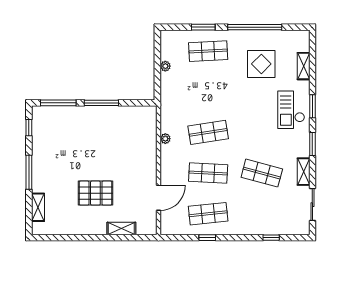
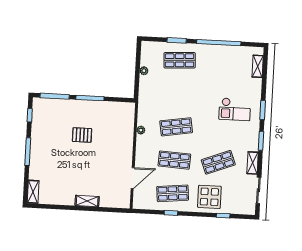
display table: (261, 64) -> (209, 197), moved
shelving: (304, 66) -> (258, 66), moved
checkout: (291, 110) -> (235, 109), moved, turned -90
shop shelf: (262, 173) -> (218, 162), turned -36
pallet: (95, 193) -> (82, 135), moved, width x0.67, depth x0.71
shelving: (38, 207) -> (33, 192), moved
shelving: (121, 229) -> (87, 201), moved

